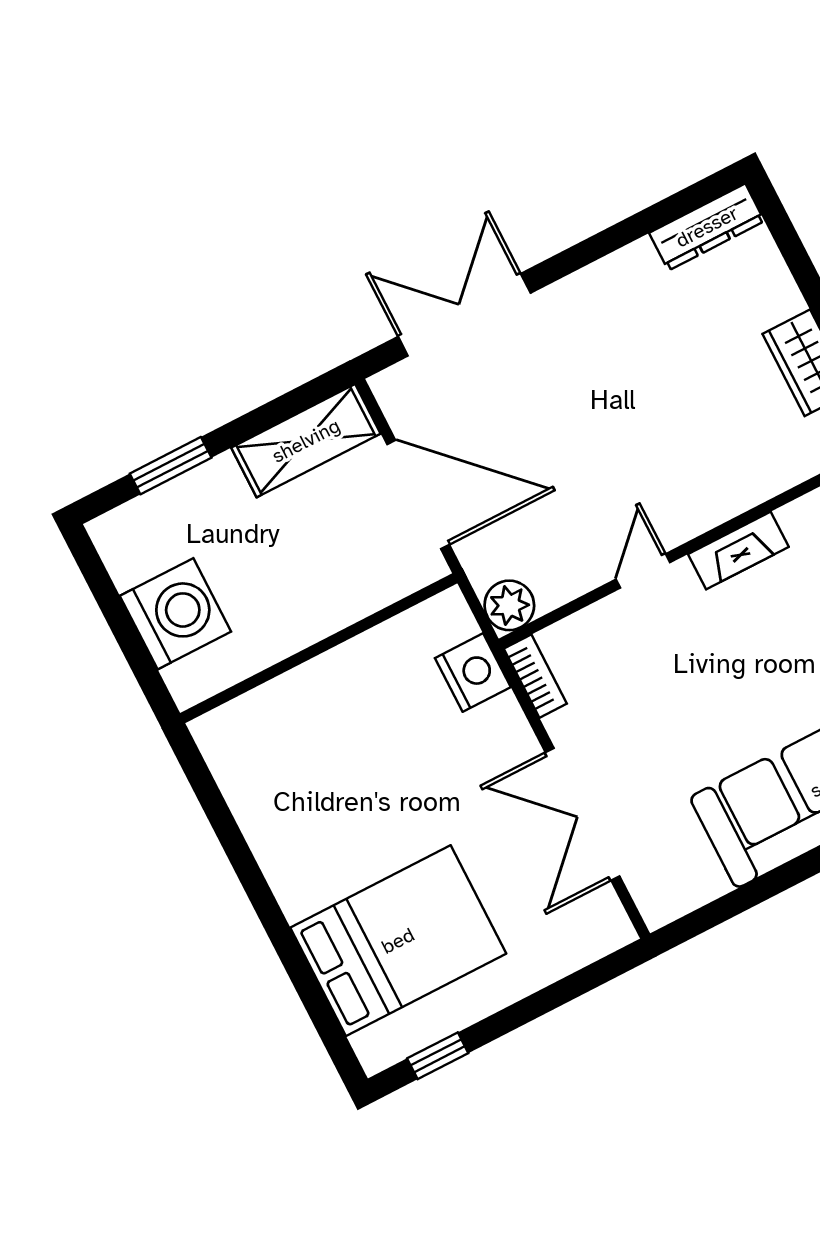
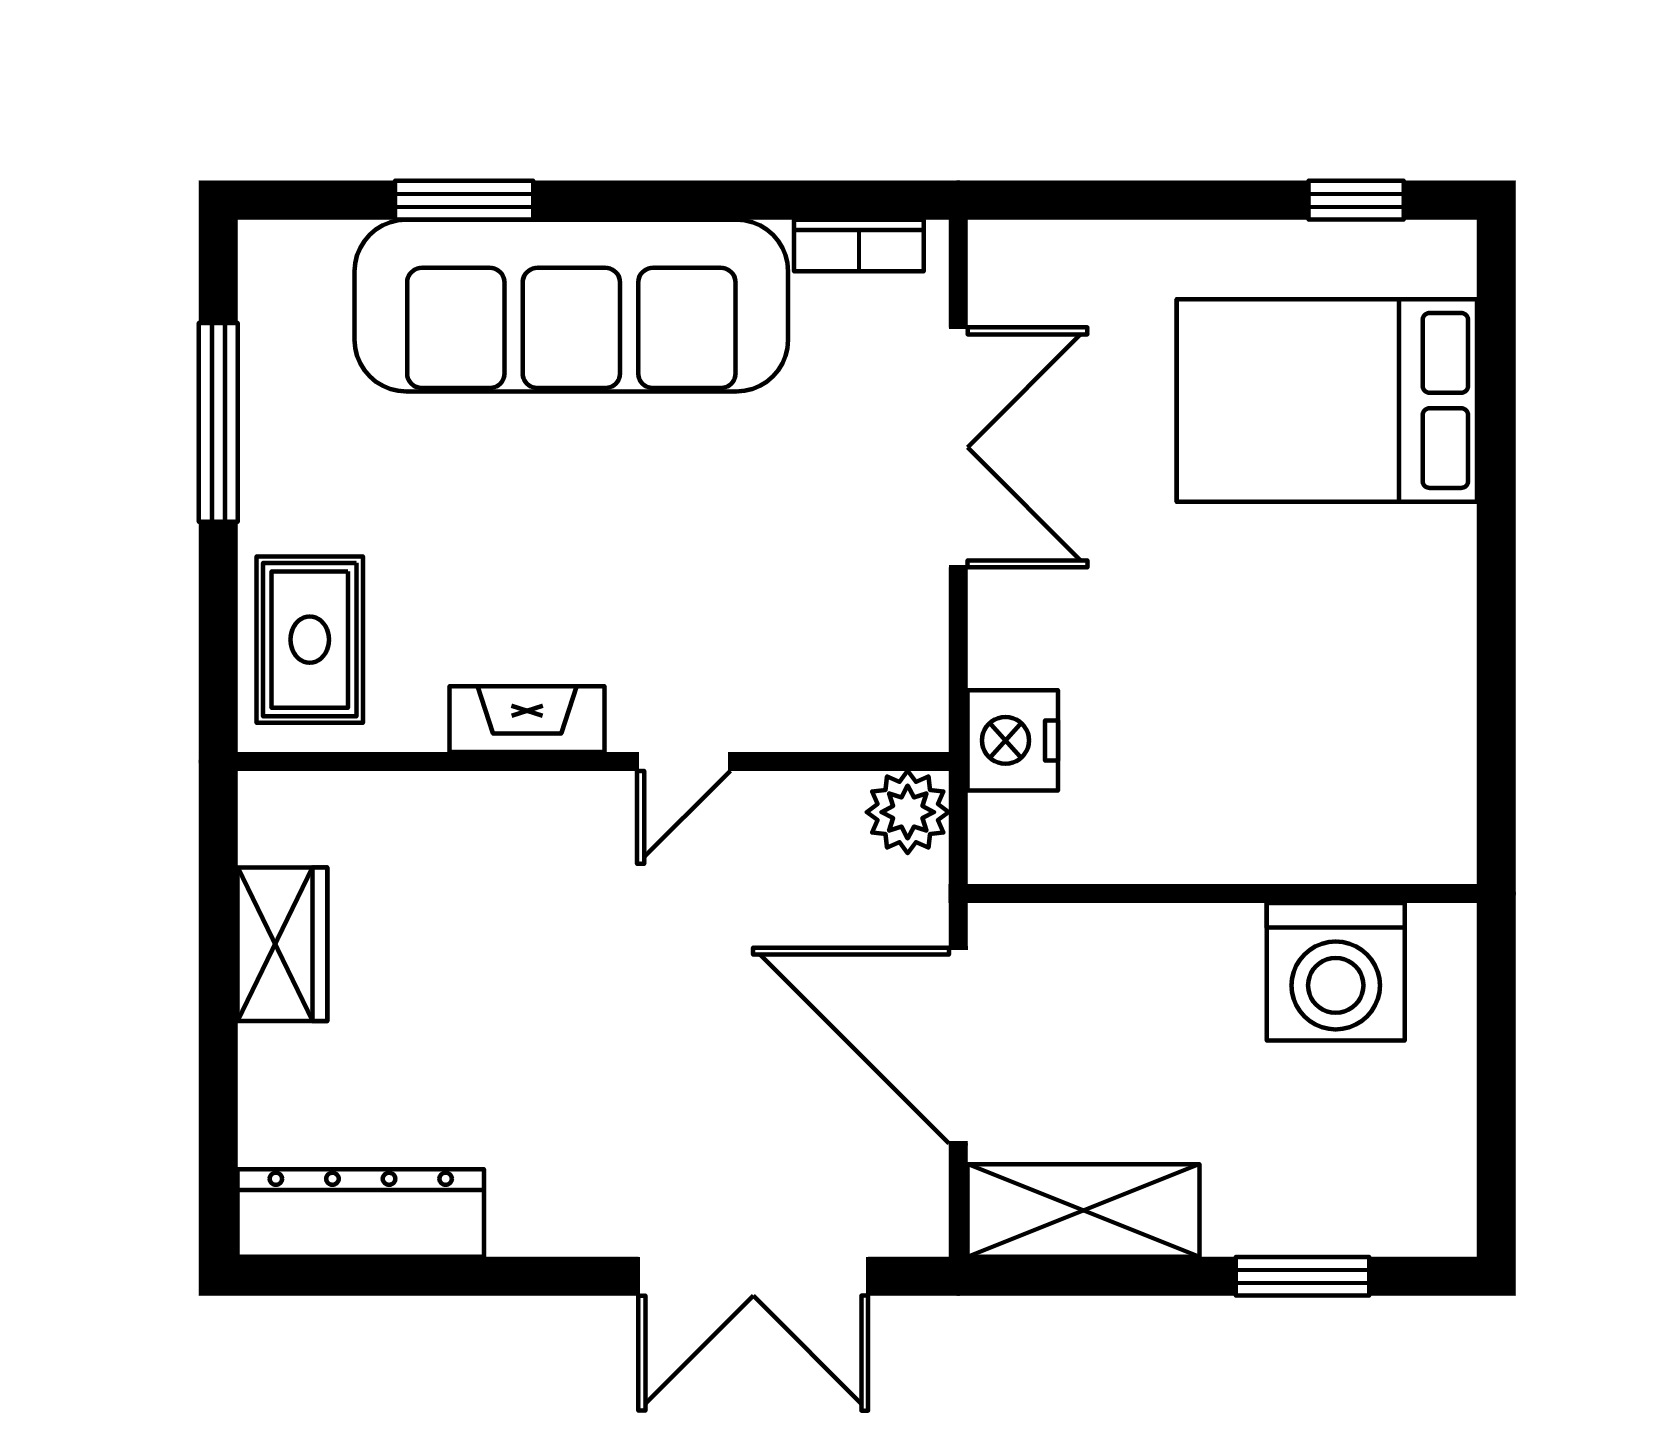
dresser: (707, 227) -> (361, 1213), width x1.37, depth x1.24
washing machine: (175, 614) -> (1336, 972), moved, turned -90
bookcase: (535, 676) -> (859, 245), moved, turned -90

